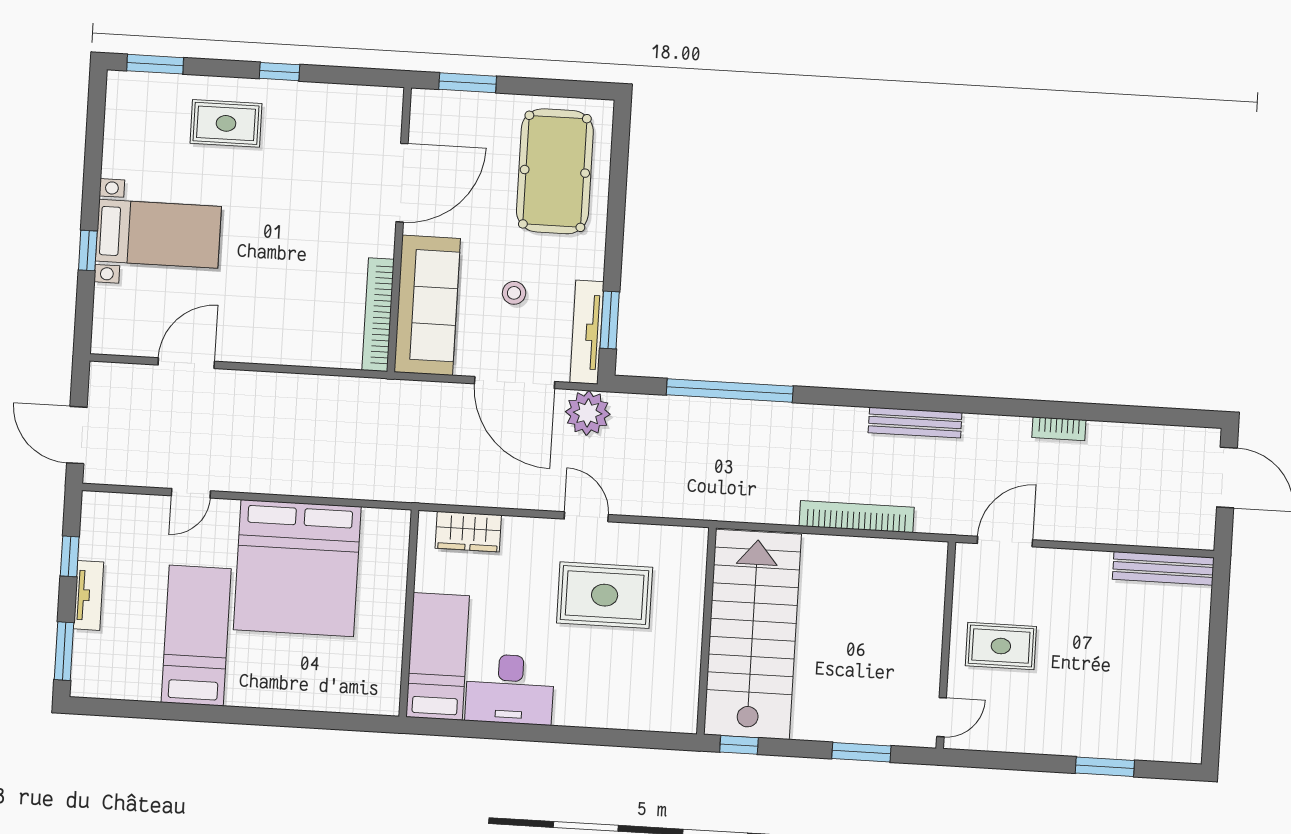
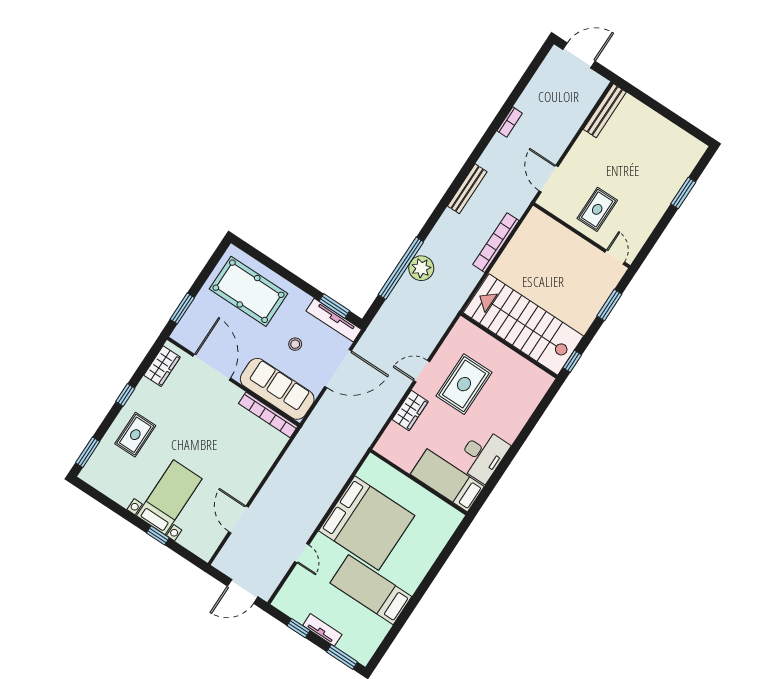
wardrobe: (358, 103) -> (162, 366), added
plant: (588, 413) -> (421, 268), moved
wardrobe: (468, 532) -> (410, 410), moved

